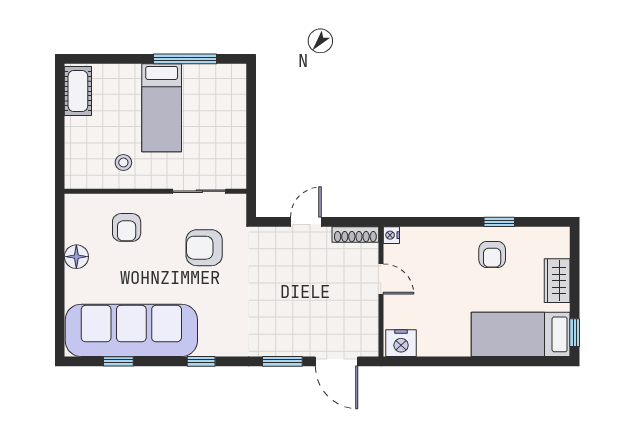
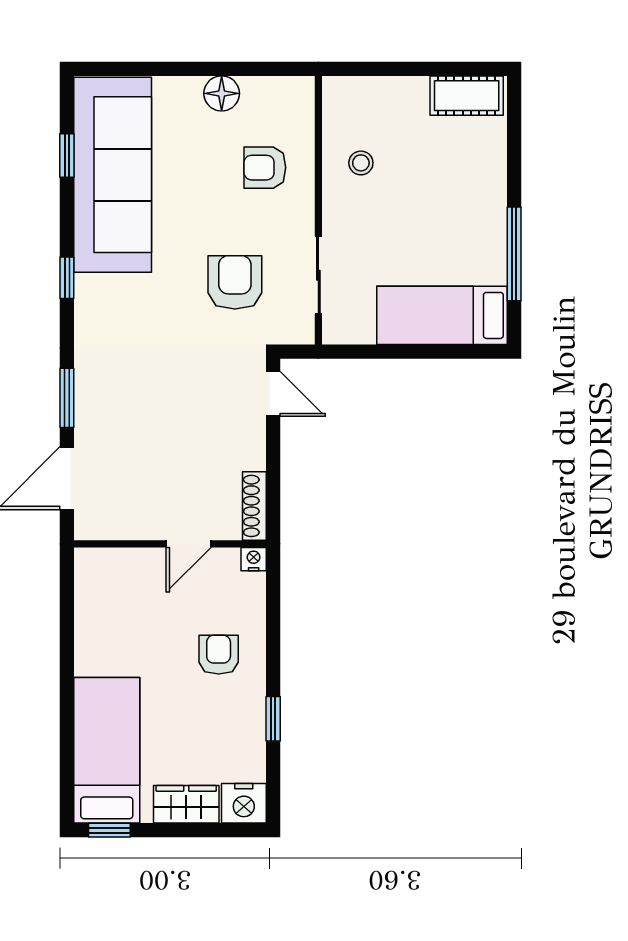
bed: (162, 108) -> (442, 315), moved
door: (306, 222) -> (273, 394), moved
armchair: (492, 254) -> (219, 655), moved, turned 90
nightstand: (401, 343) -> (244, 803), moved, turned -90

